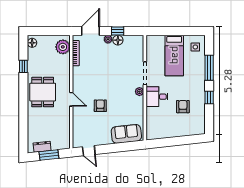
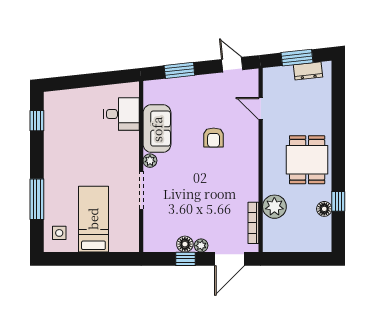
floor lamp: (32, 43) -> (324, 209), moved
plant: (63, 47) -> (274, 207), moved
desk: (157, 97) -> (121, 114), moved
window: (209, 98) -> (37, 121), moved
door: (71, 99) -> (261, 108), moved
armchair: (183, 107) -> (79, 136), removed
sofa: (126, 134) -> (157, 129), moved, turned -84
window: (121, 147) -> (179, 70), added

